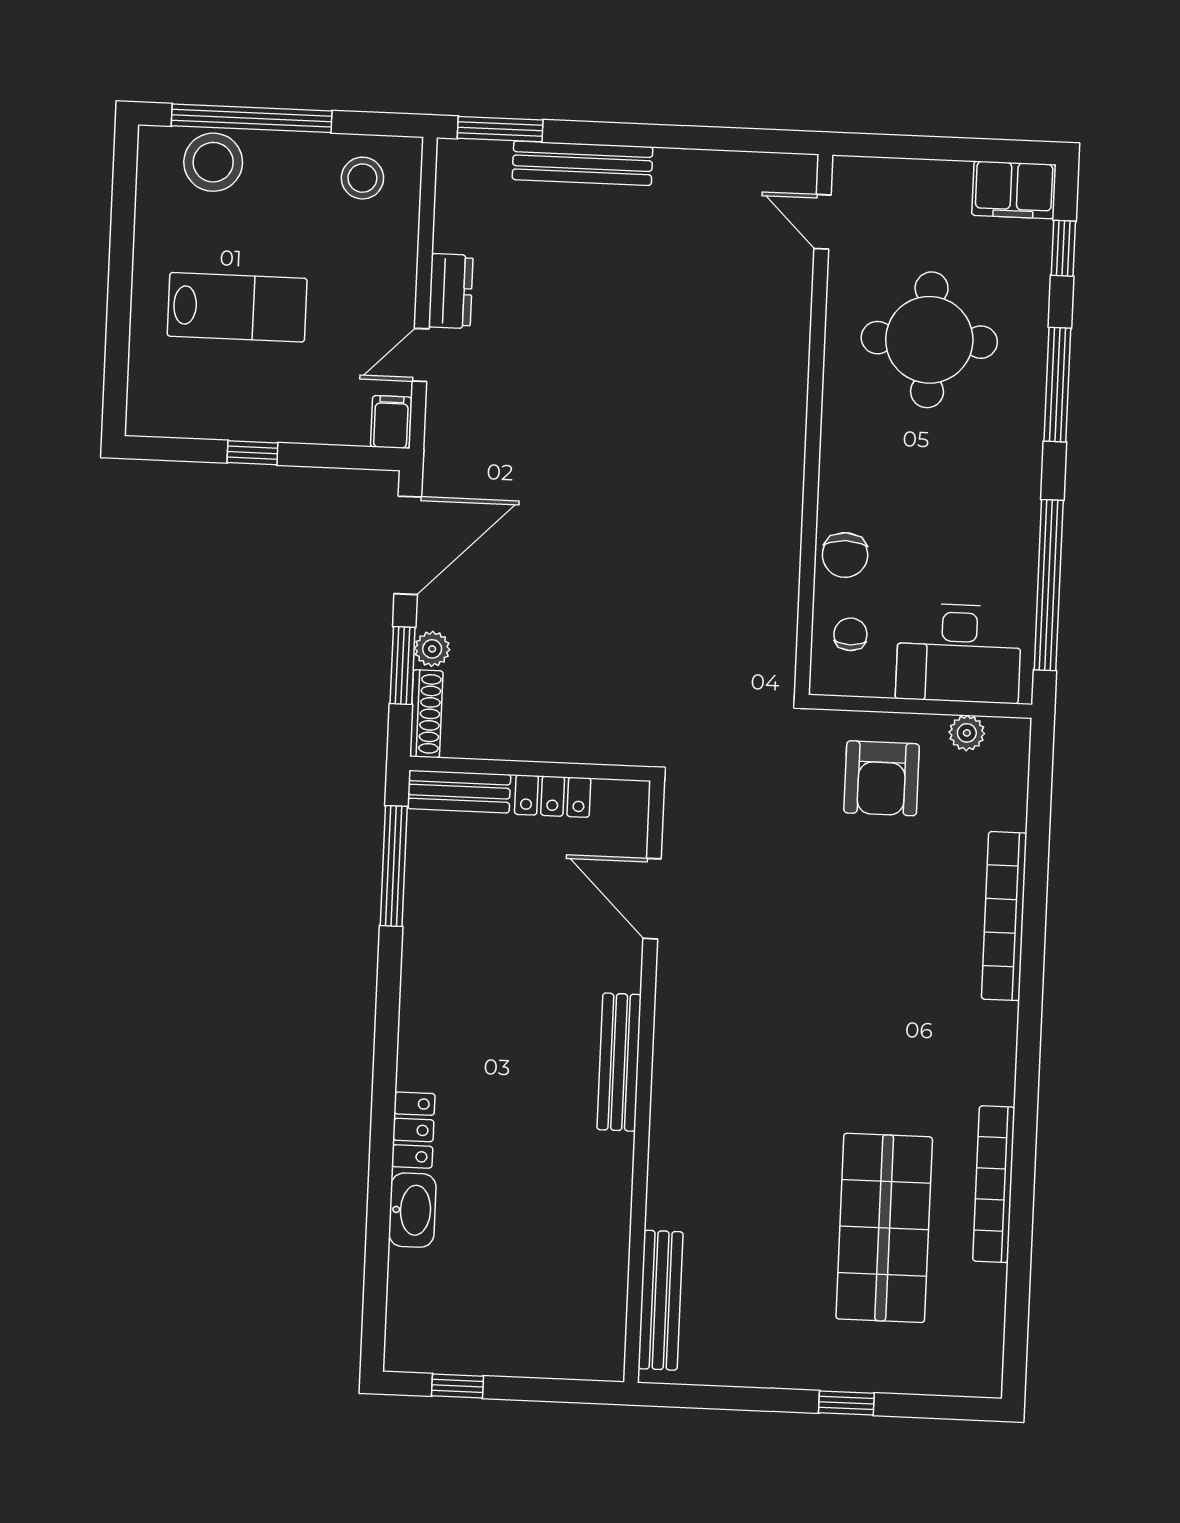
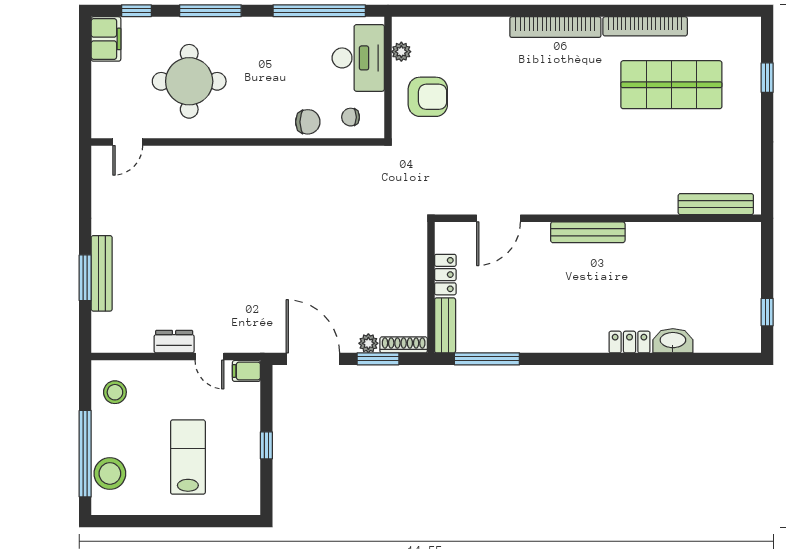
window: (500, 129) -> (85, 278), moved
bookcase: (1004, 916) -> (555, 27), moved
window: (846, 1403) -> (767, 78), moved

